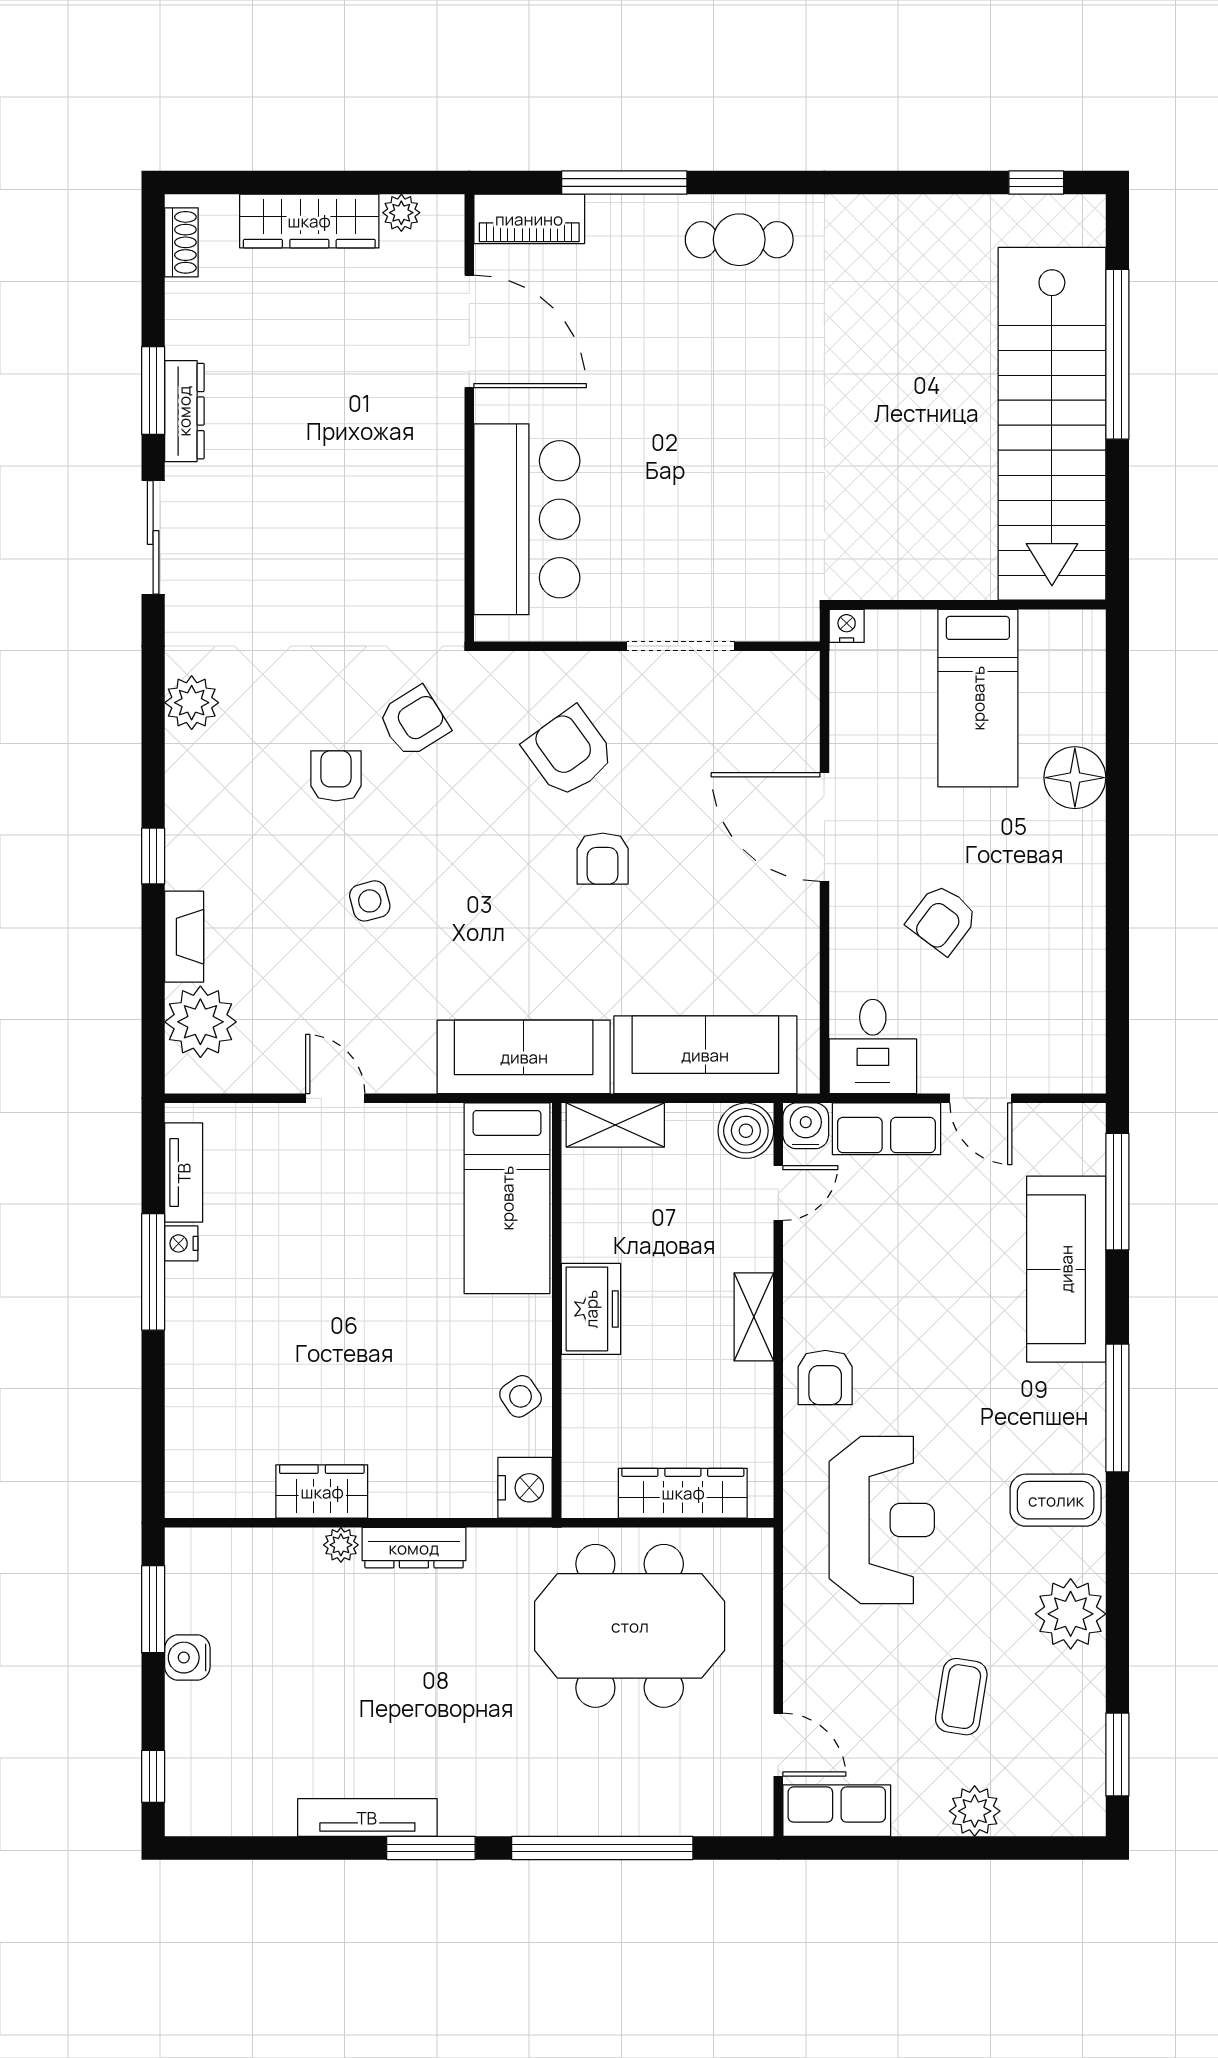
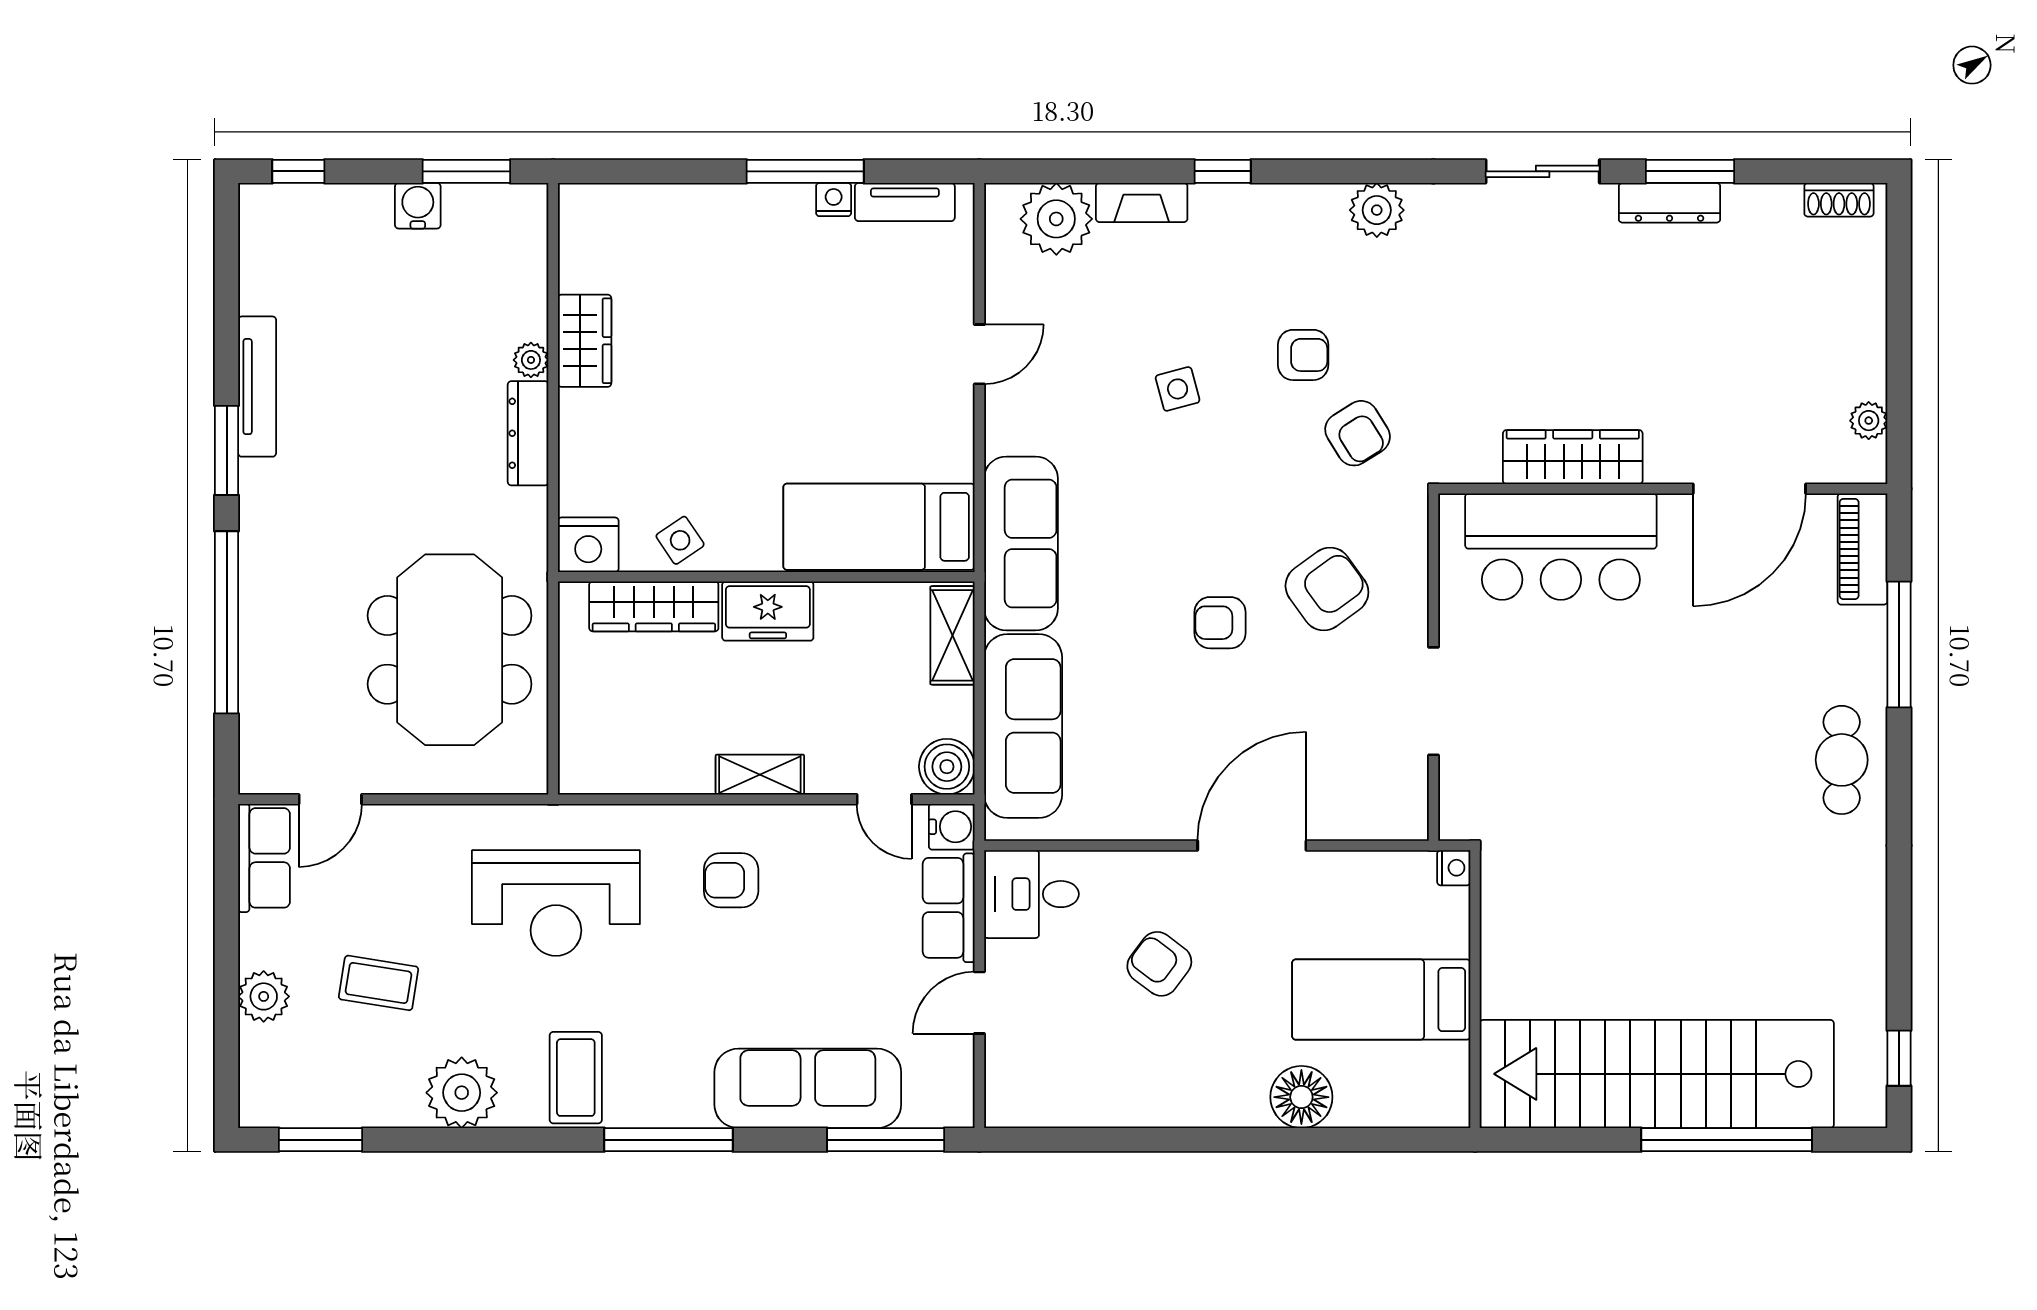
wardrobe: (309, 221) -> (1573, 457), moved, turned 90
armchair: (825, 1377) -> (731, 880), moved
wardrobe: (683, 1493) -> (654, 606), moved, turned 90

